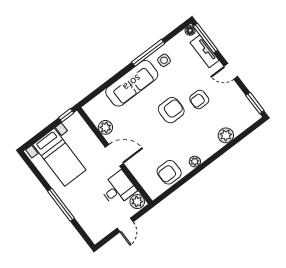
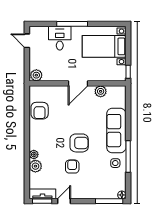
tv unit: (205, 51) -> (42, 194), moved
door: (231, 71) -> (64, 201), moved
armchair: (171, 110) -> (79, 143), turned -90
plant: (195, 162) -> (34, 154), moved
armchair: (169, 172) -> (40, 111), turned 180
desk: (118, 189) -> (60, 38), moved, turned 180
door: (125, 225) -> (27, 41), moved

